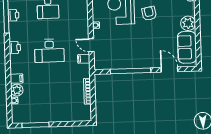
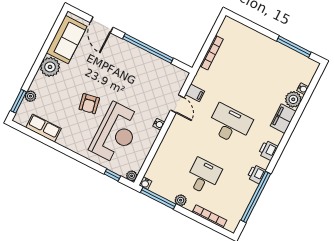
printer: (13, 15) -> (256, 174), moved
filing cabinet: (17, 79) -> (283, 119), width x2.00

